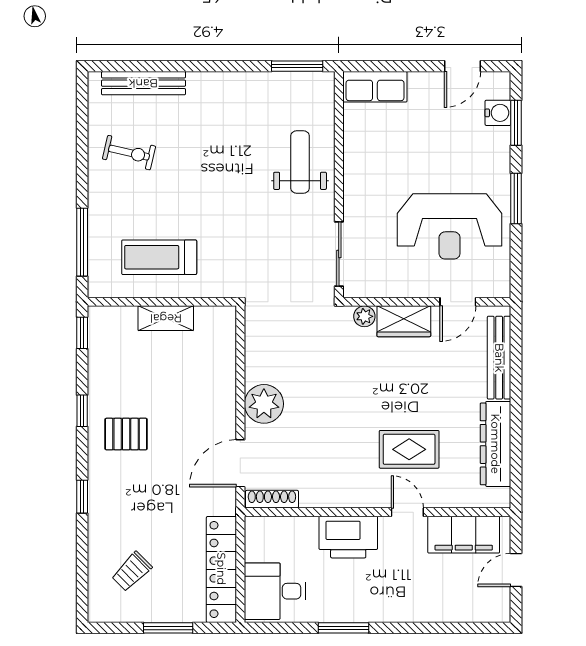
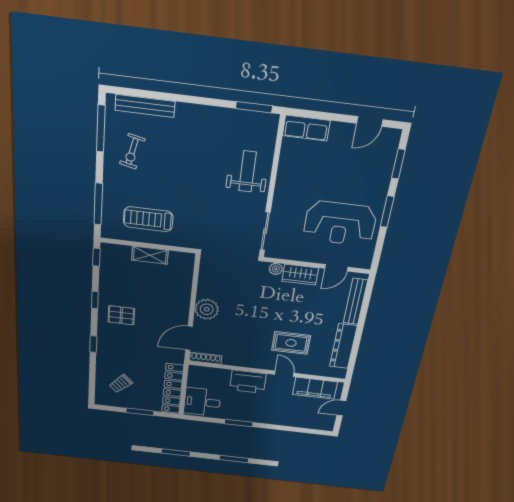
water cooler: (498, 113) -> (387, 156), removed
window: (82, 124) -> (101, 129), added
exercise bike: (129, 153) -> (132, 151), turned 90

